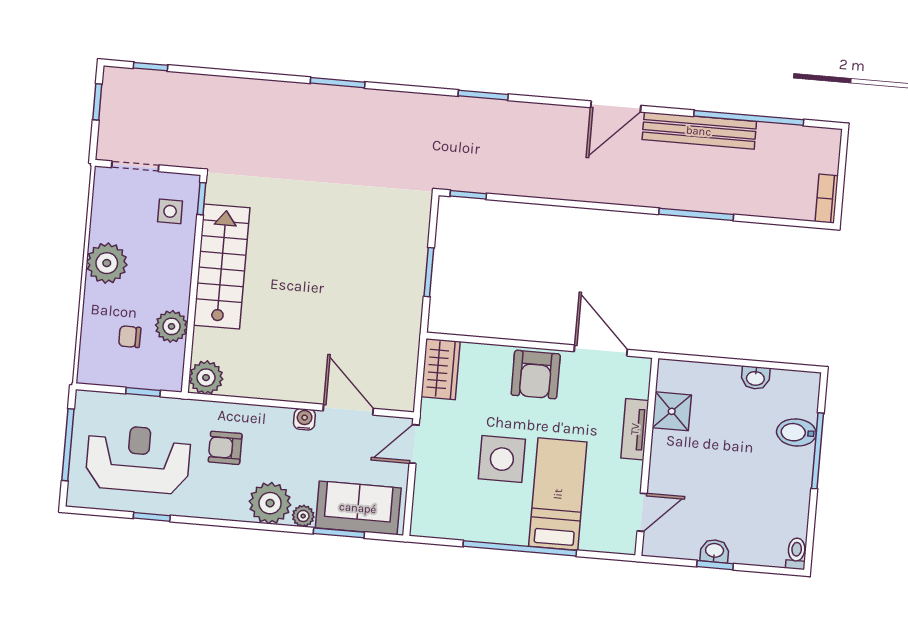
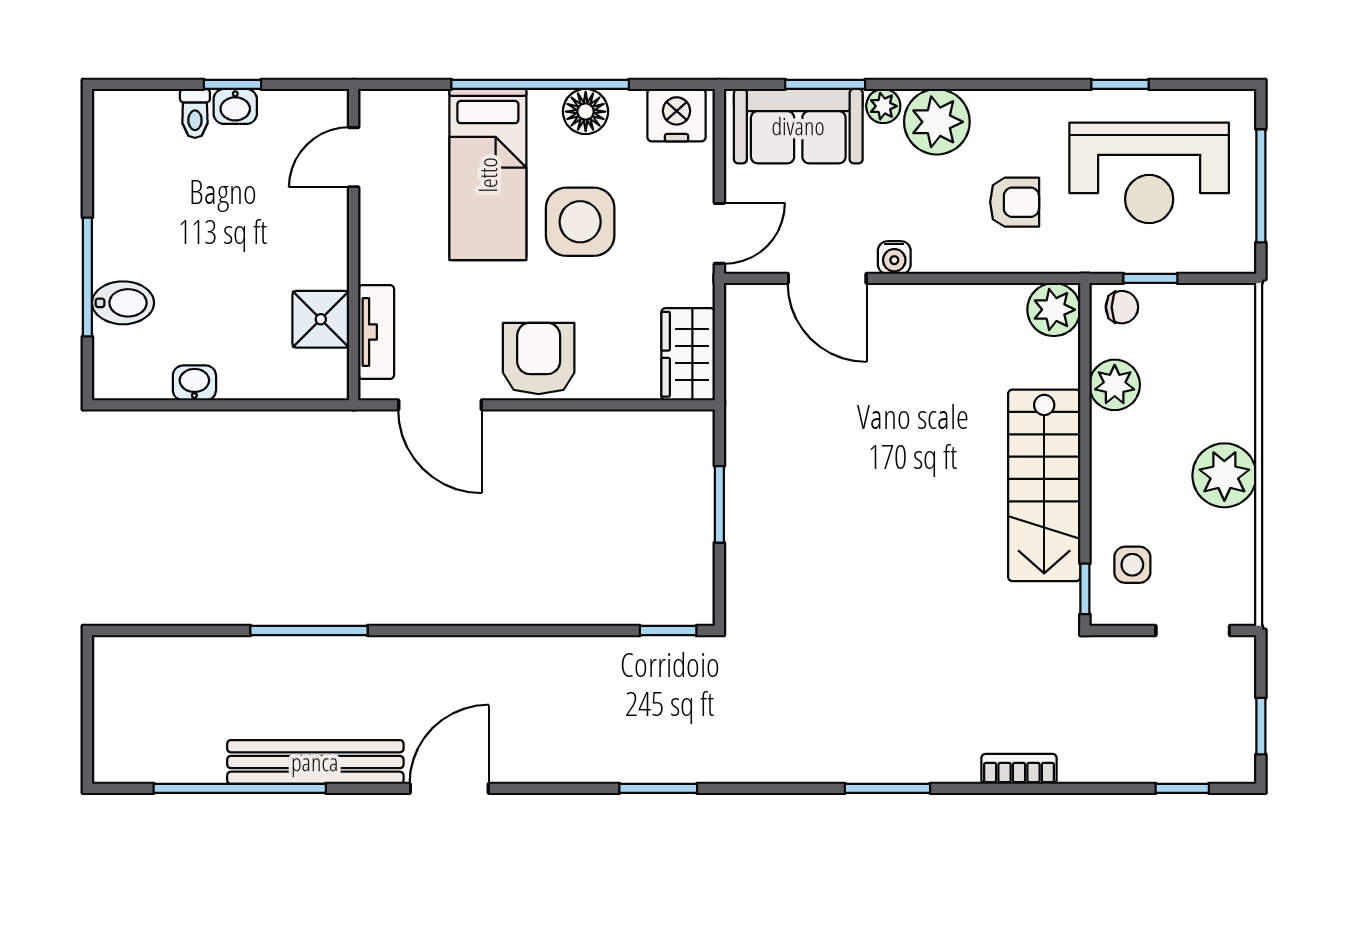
bookcase: (827, 199) -> (1019, 769), moved, turned -90
chair: (130, 337) -> (1122, 307), moved
tv unit: (635, 429) -> (376, 332), moved
nightstand: (435, 521) -> (677, 115), added
floor lamp: (492, 529) -> (586, 112), added
toilet: (796, 554) -> (195, 113), moved

